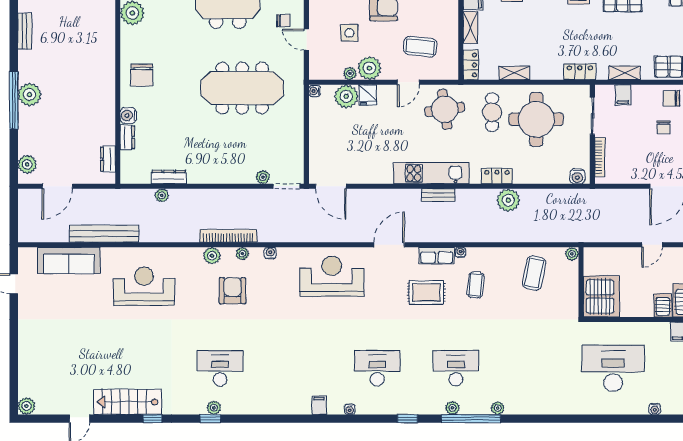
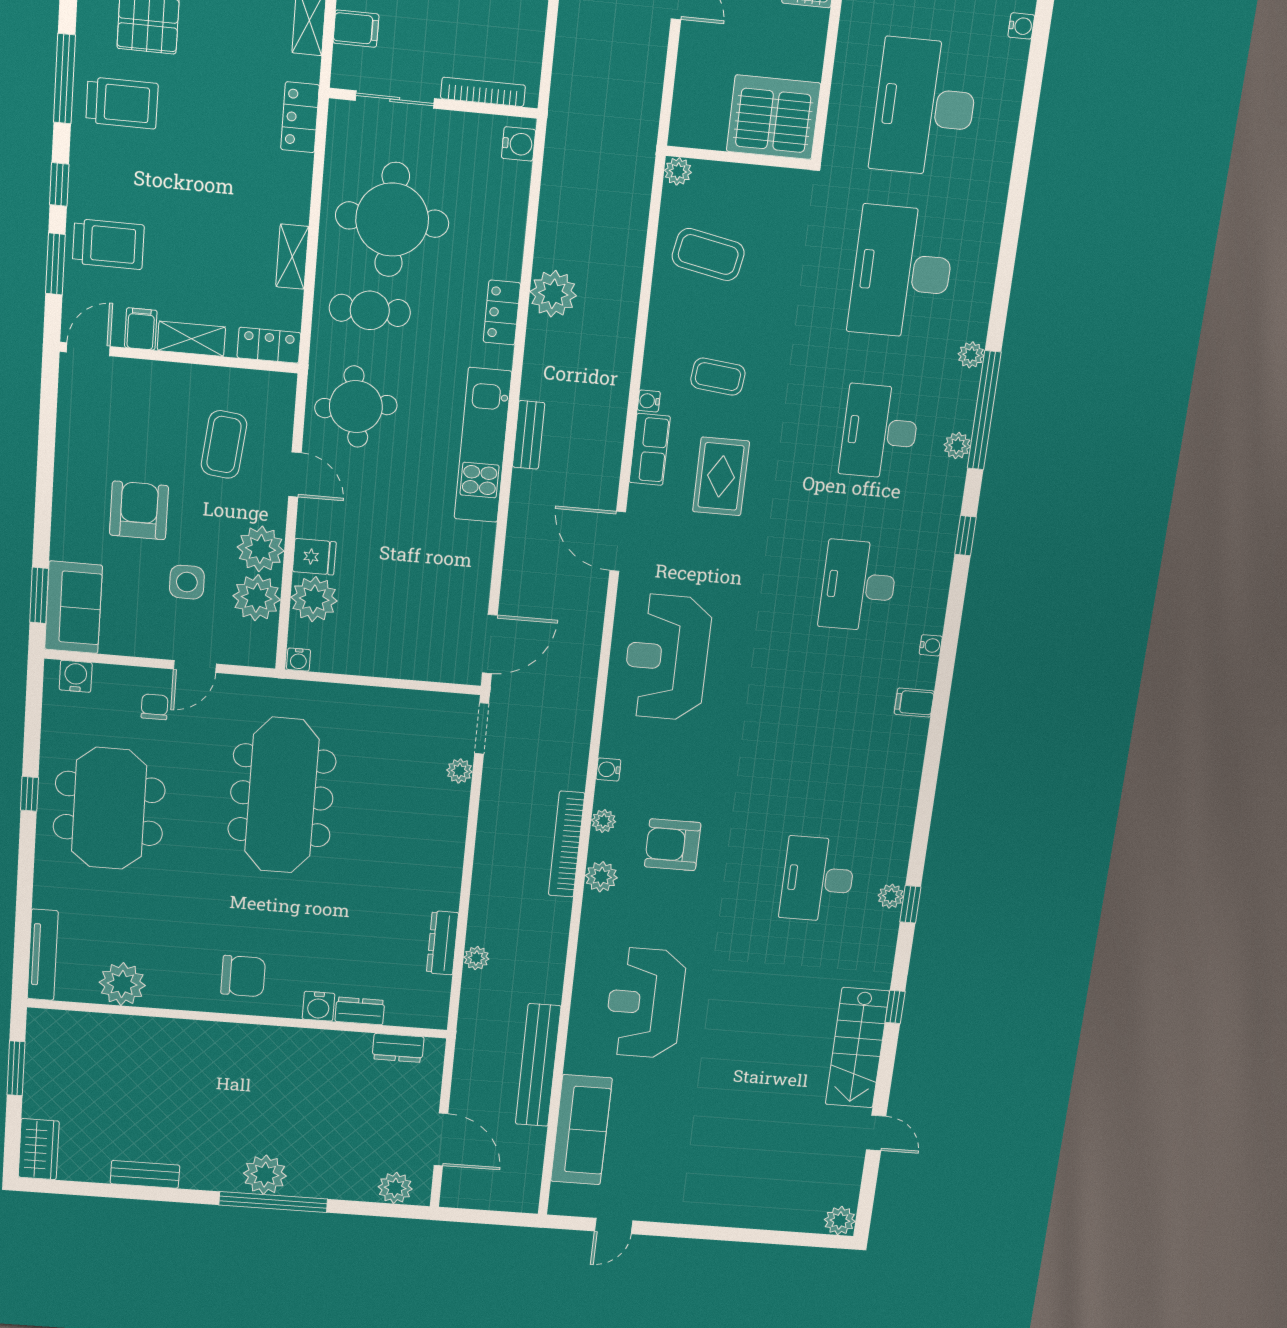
plant: (350, 73) -> (257, 598), width x1.87, depth x1.87
desk: (534, 368) -> (902, 272), added

